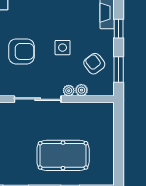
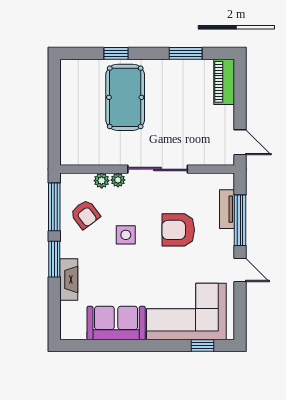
window: (119, 29) -> (54, 259), width x1.50
window: (119, 70) -> (54, 207), width x1.44
pool table: (63, 155) -> (125, 97), turned 90

